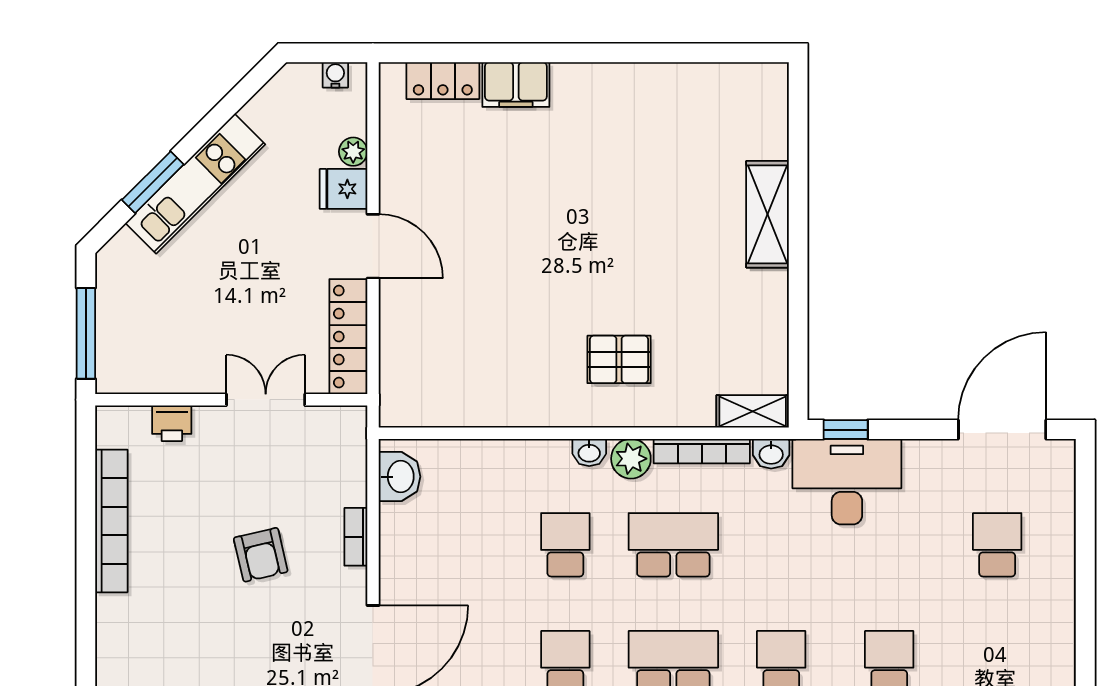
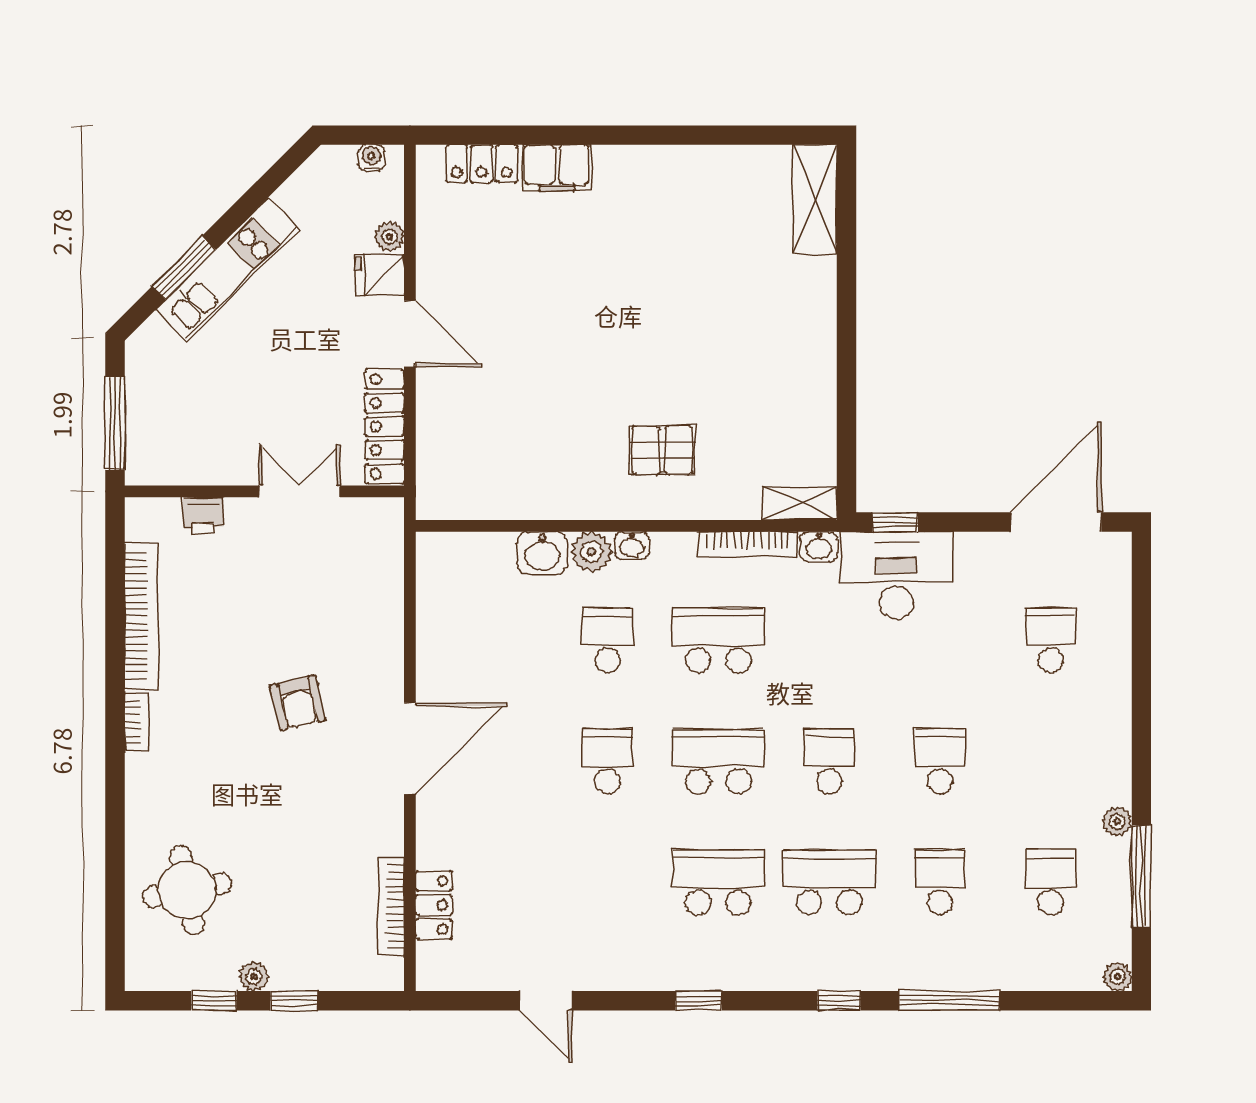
shelving: (767, 214) -> (815, 199), moved
plant: (631, 459) -> (591, 552), moved
washbasin: (399, 477) -> (542, 553), moved, turned 90
bookcase: (356, 537) -> (136, 722), moved, turned 180
armchair: (261, 555) -> (298, 703), moved

